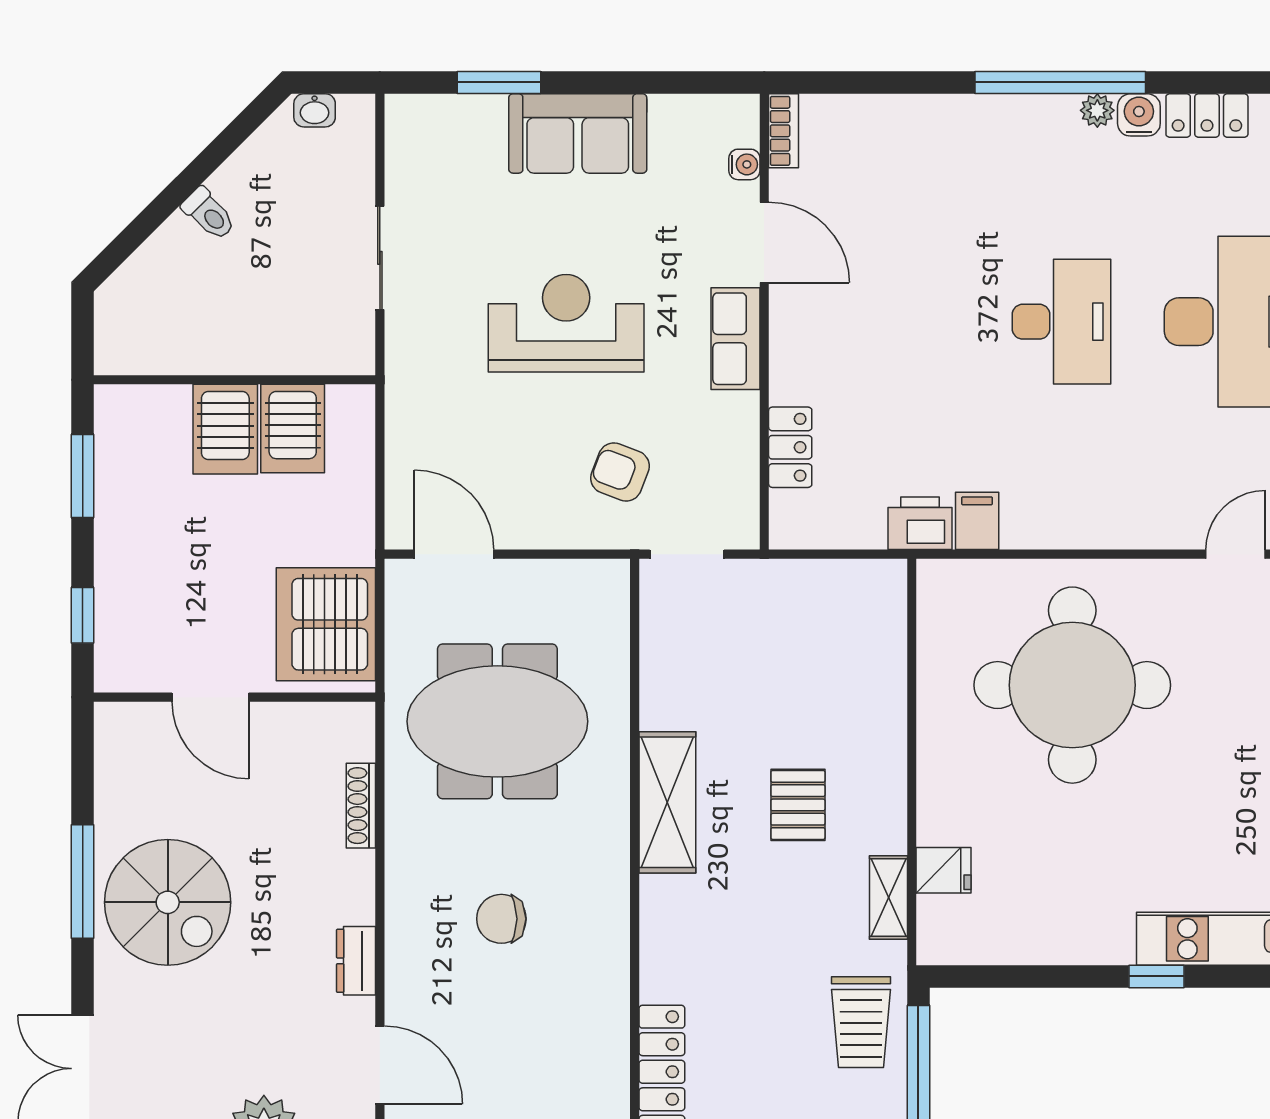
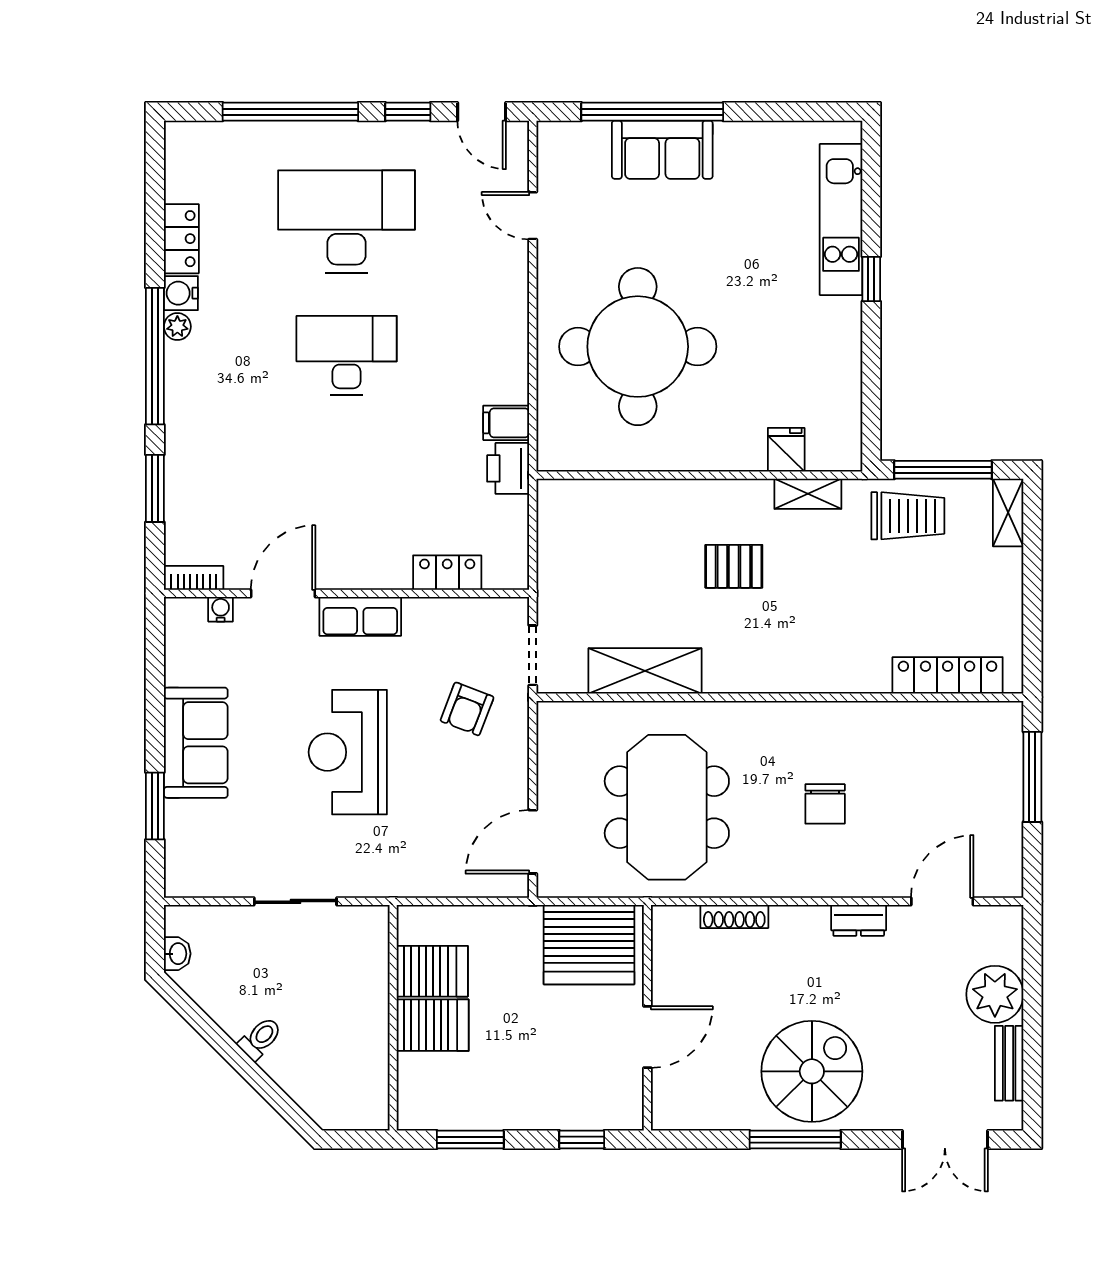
window: (895, 82) -> (155, 488), added
shelving: (667, 802) -> (645, 671), moved

